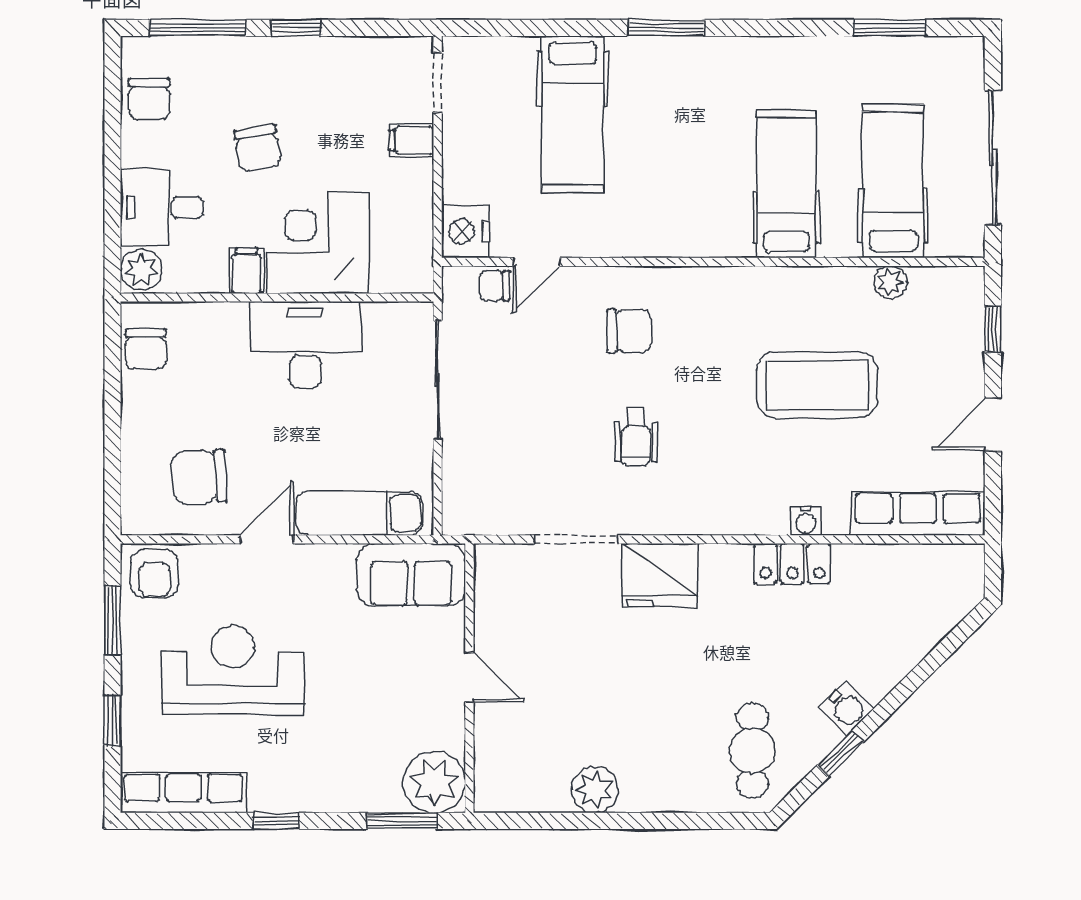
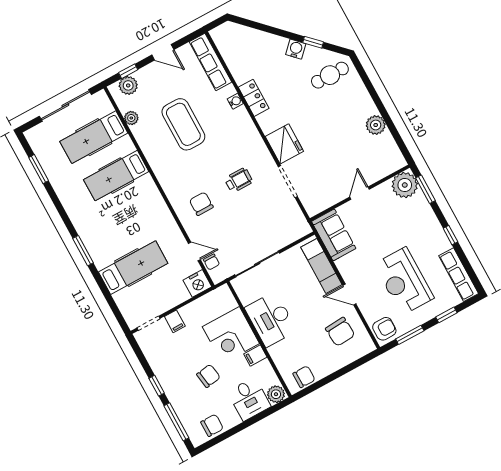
plant: (963, 313) -> (128, 85), added

